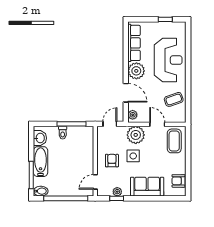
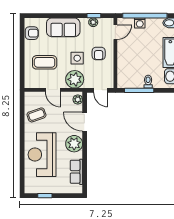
row of seats: (134, 43) -> (76, 172), width x0.68
door: (110, 124) -> (101, 90), hinge flipped
coffee table: (174, 141) -> (45, 62), moved, turned 90
washing machine: (71, 191) -> (140, 23), added

